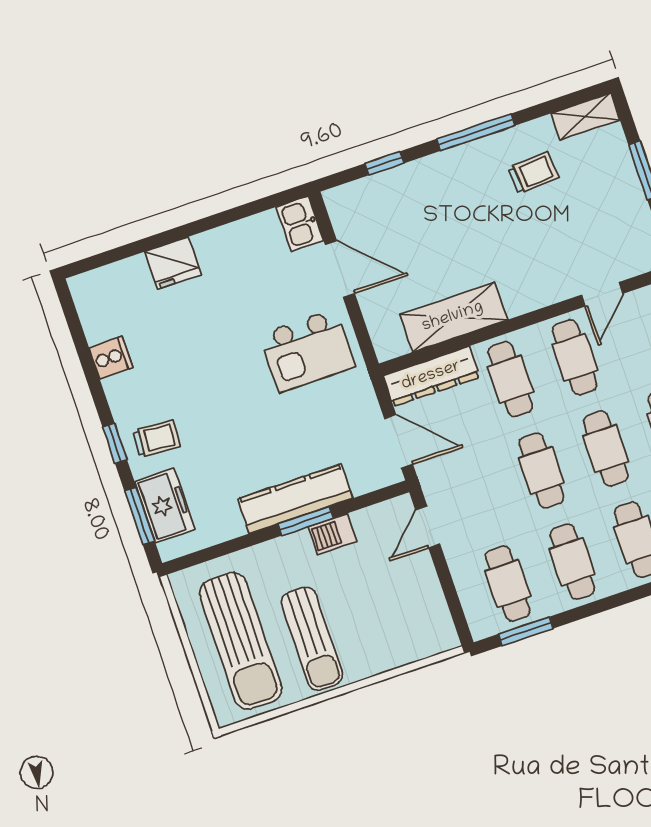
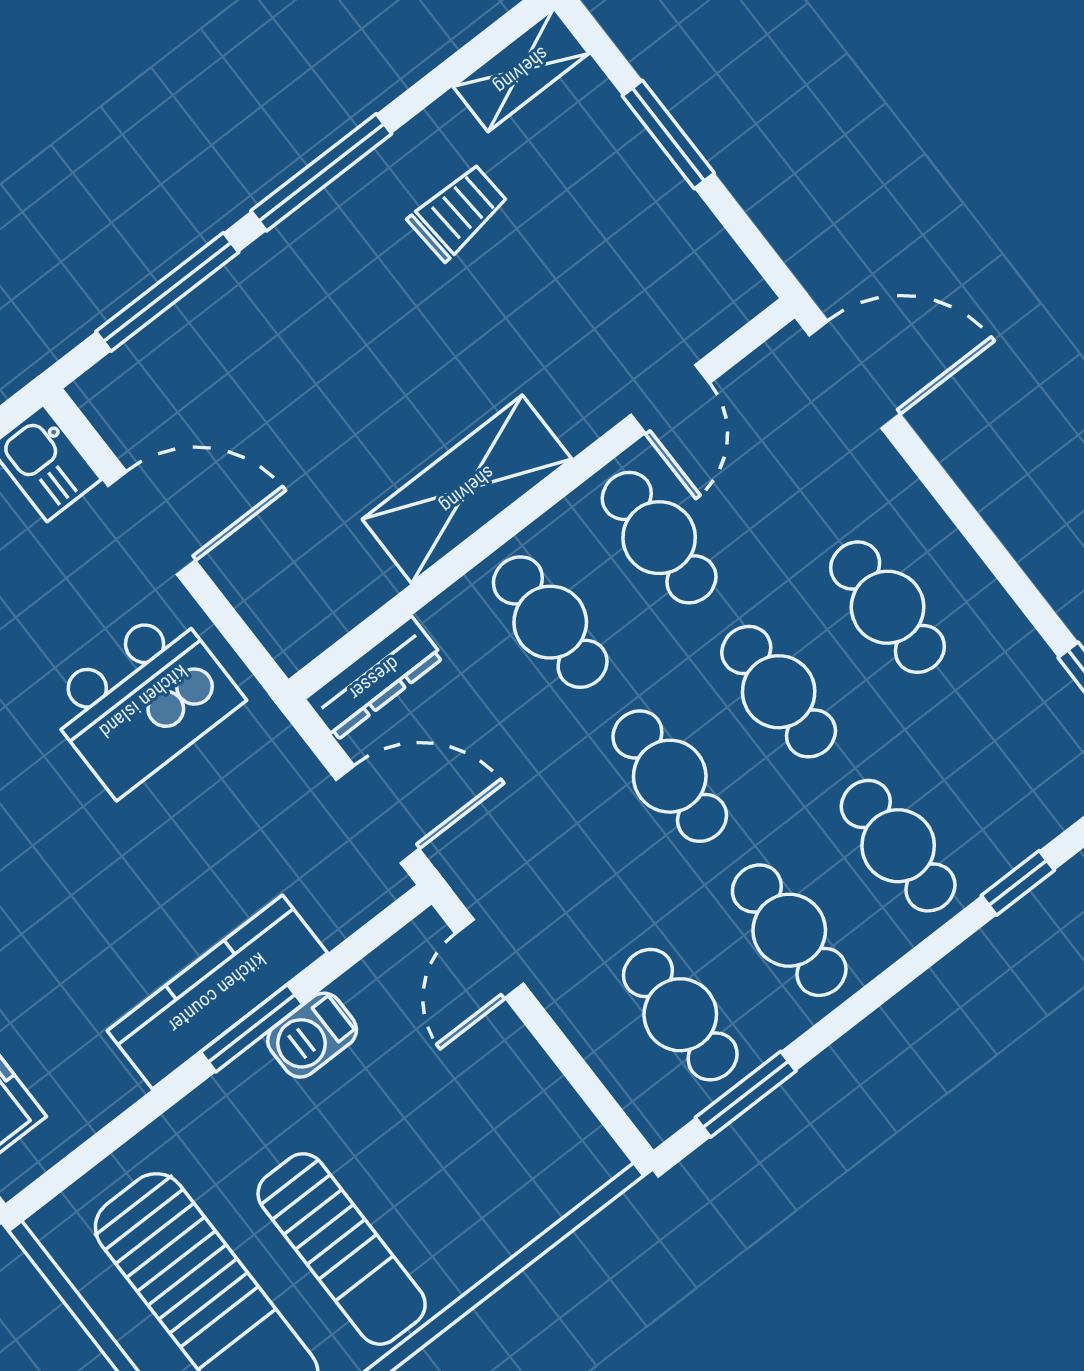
window: (384, 163) -> (167, 292), width x2.17
shelving: (453, 317) -> (467, 489), moved
dresser: (431, 376) -> (374, 678), width x0.73, depth x0.80

